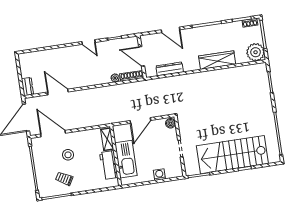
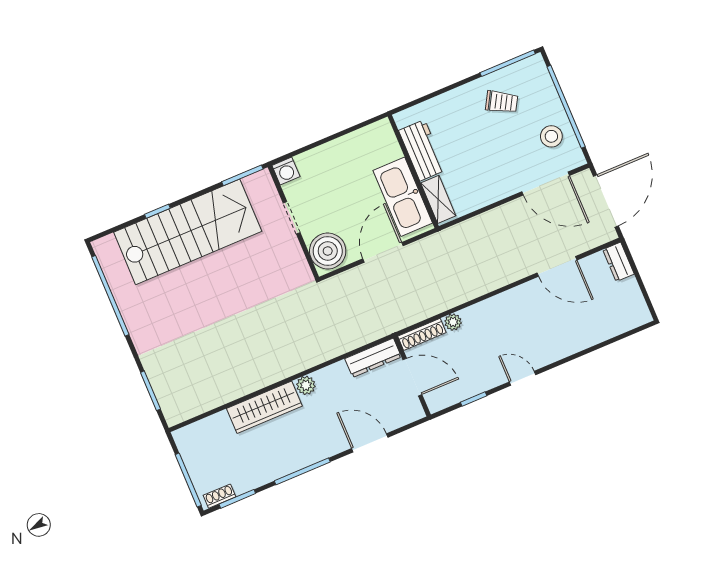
plant: (256, 52) -> (306, 385), moved, width x0.53, depth x0.53
dresser: (170, 69) -> (373, 358), moved
boiler: (171, 123) -> (328, 251), width x1.86, depth x1.86
stool: (68, 155) -> (551, 136), moved
kitchen sink: (126, 159) -> (403, 197), moved
washing machine: (159, 175) -> (286, 171), moved

